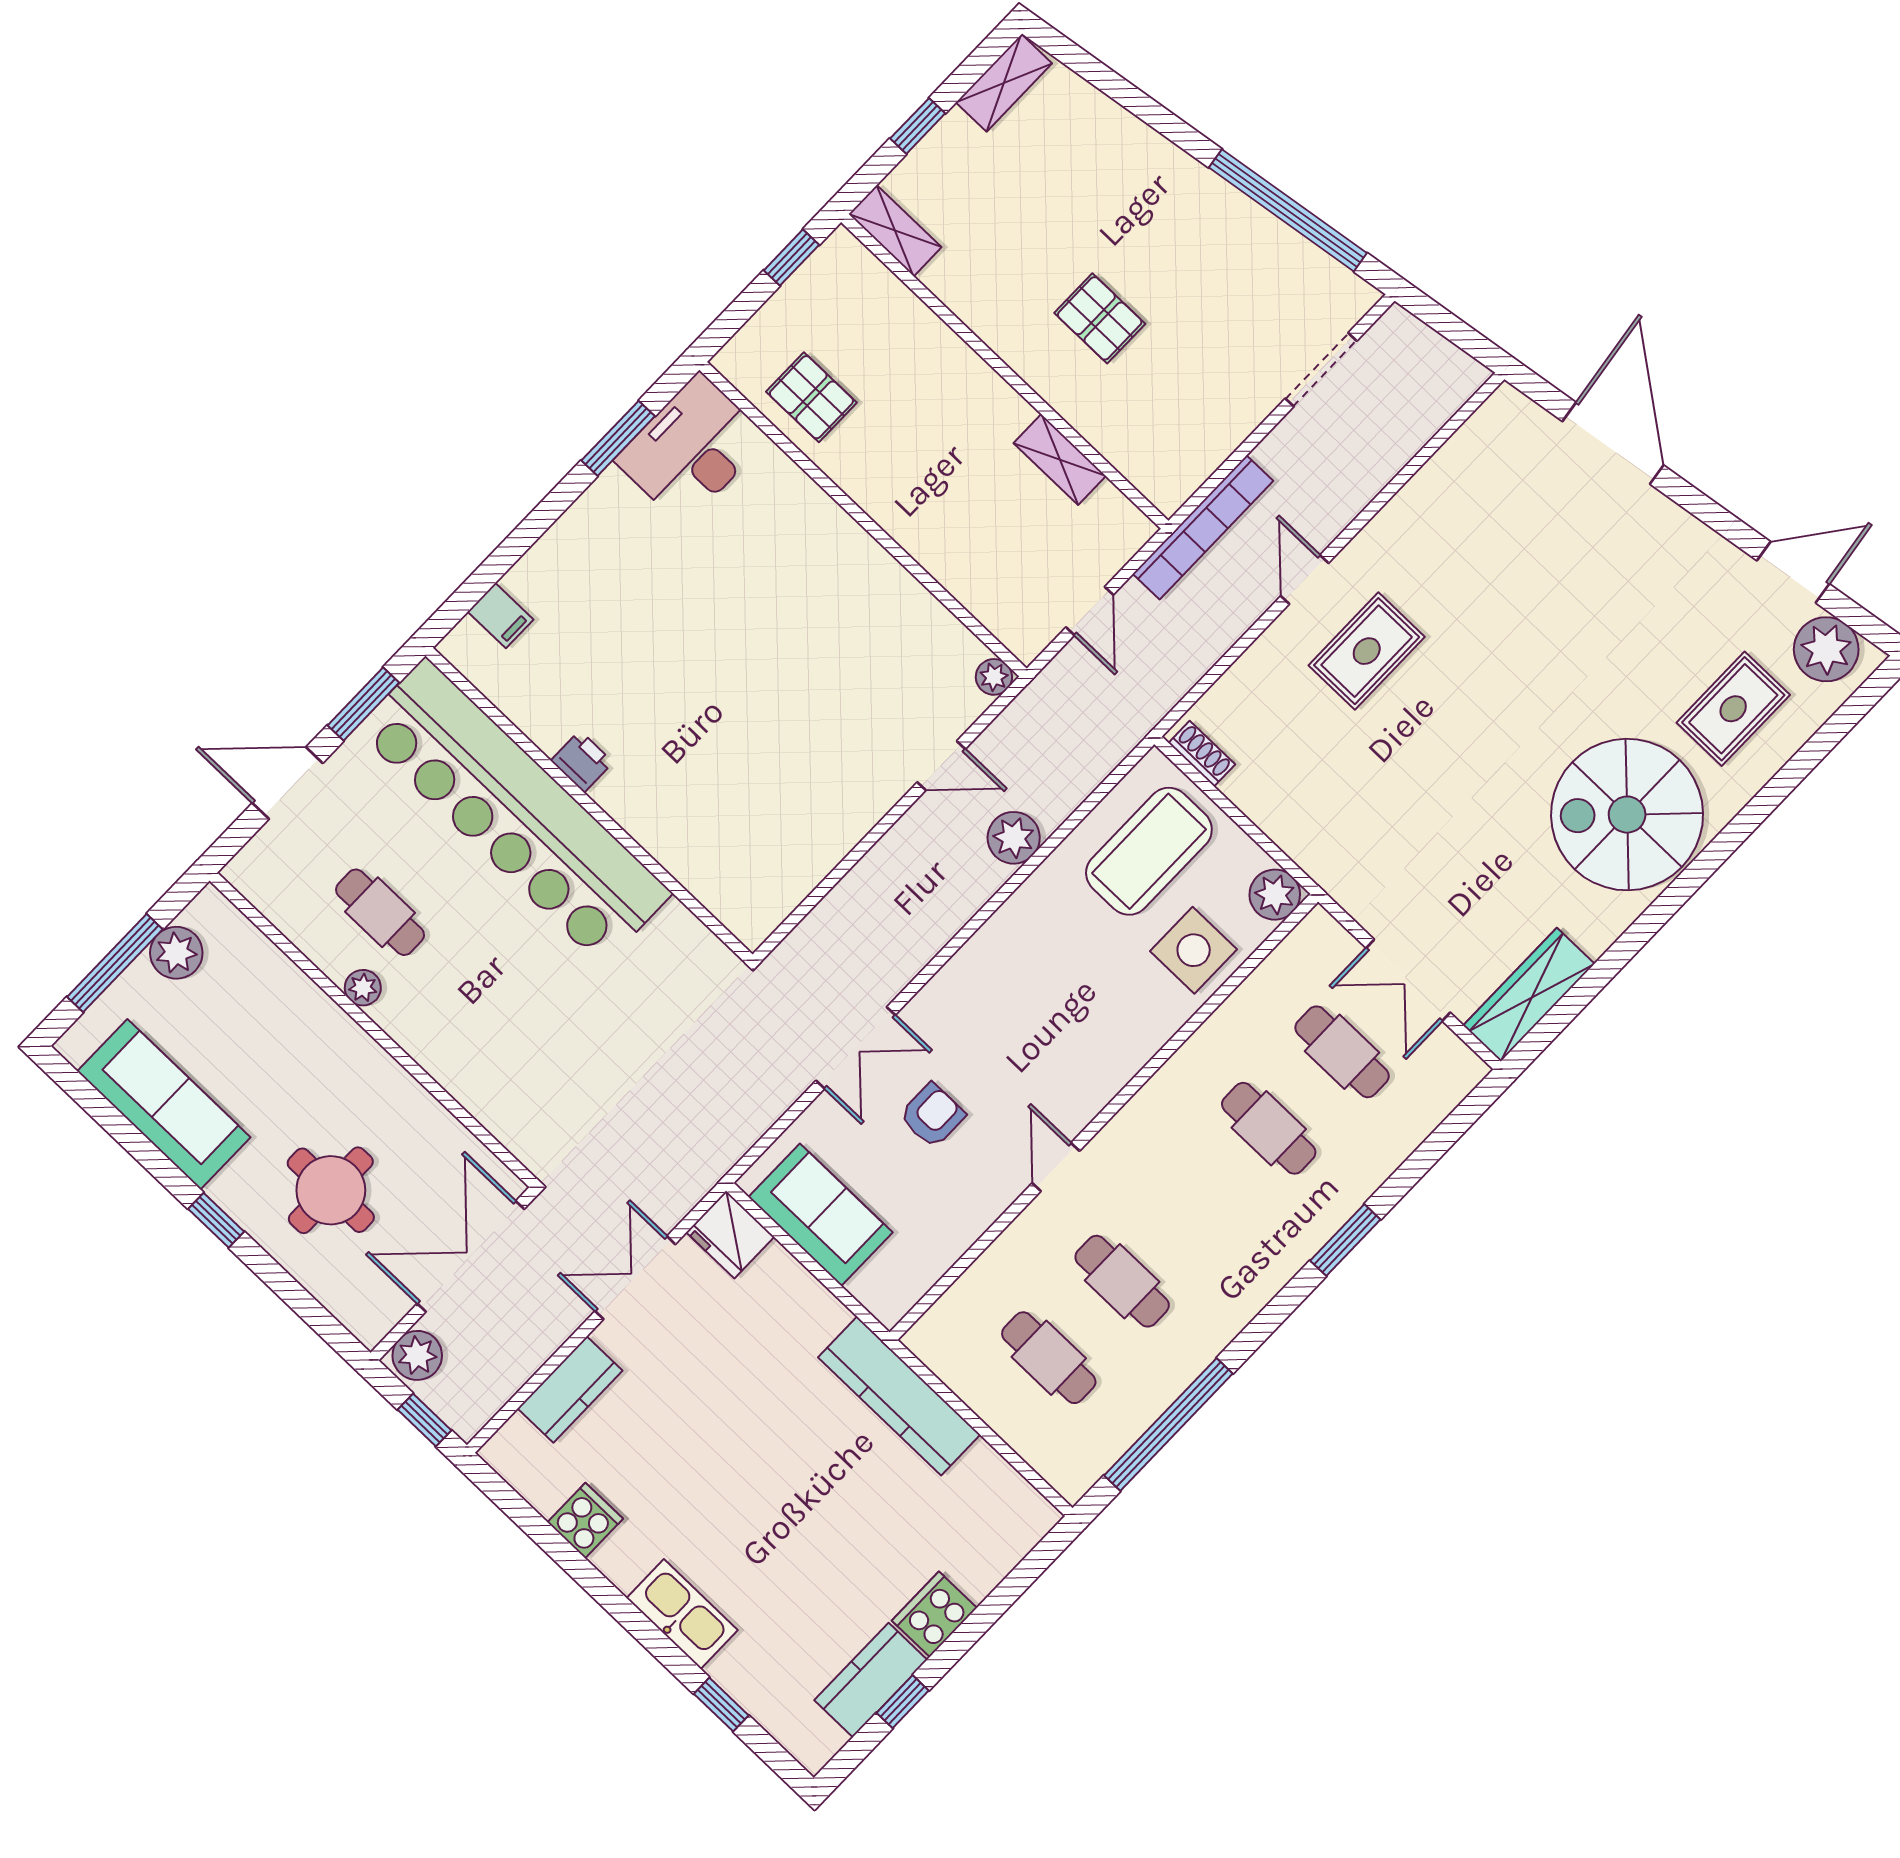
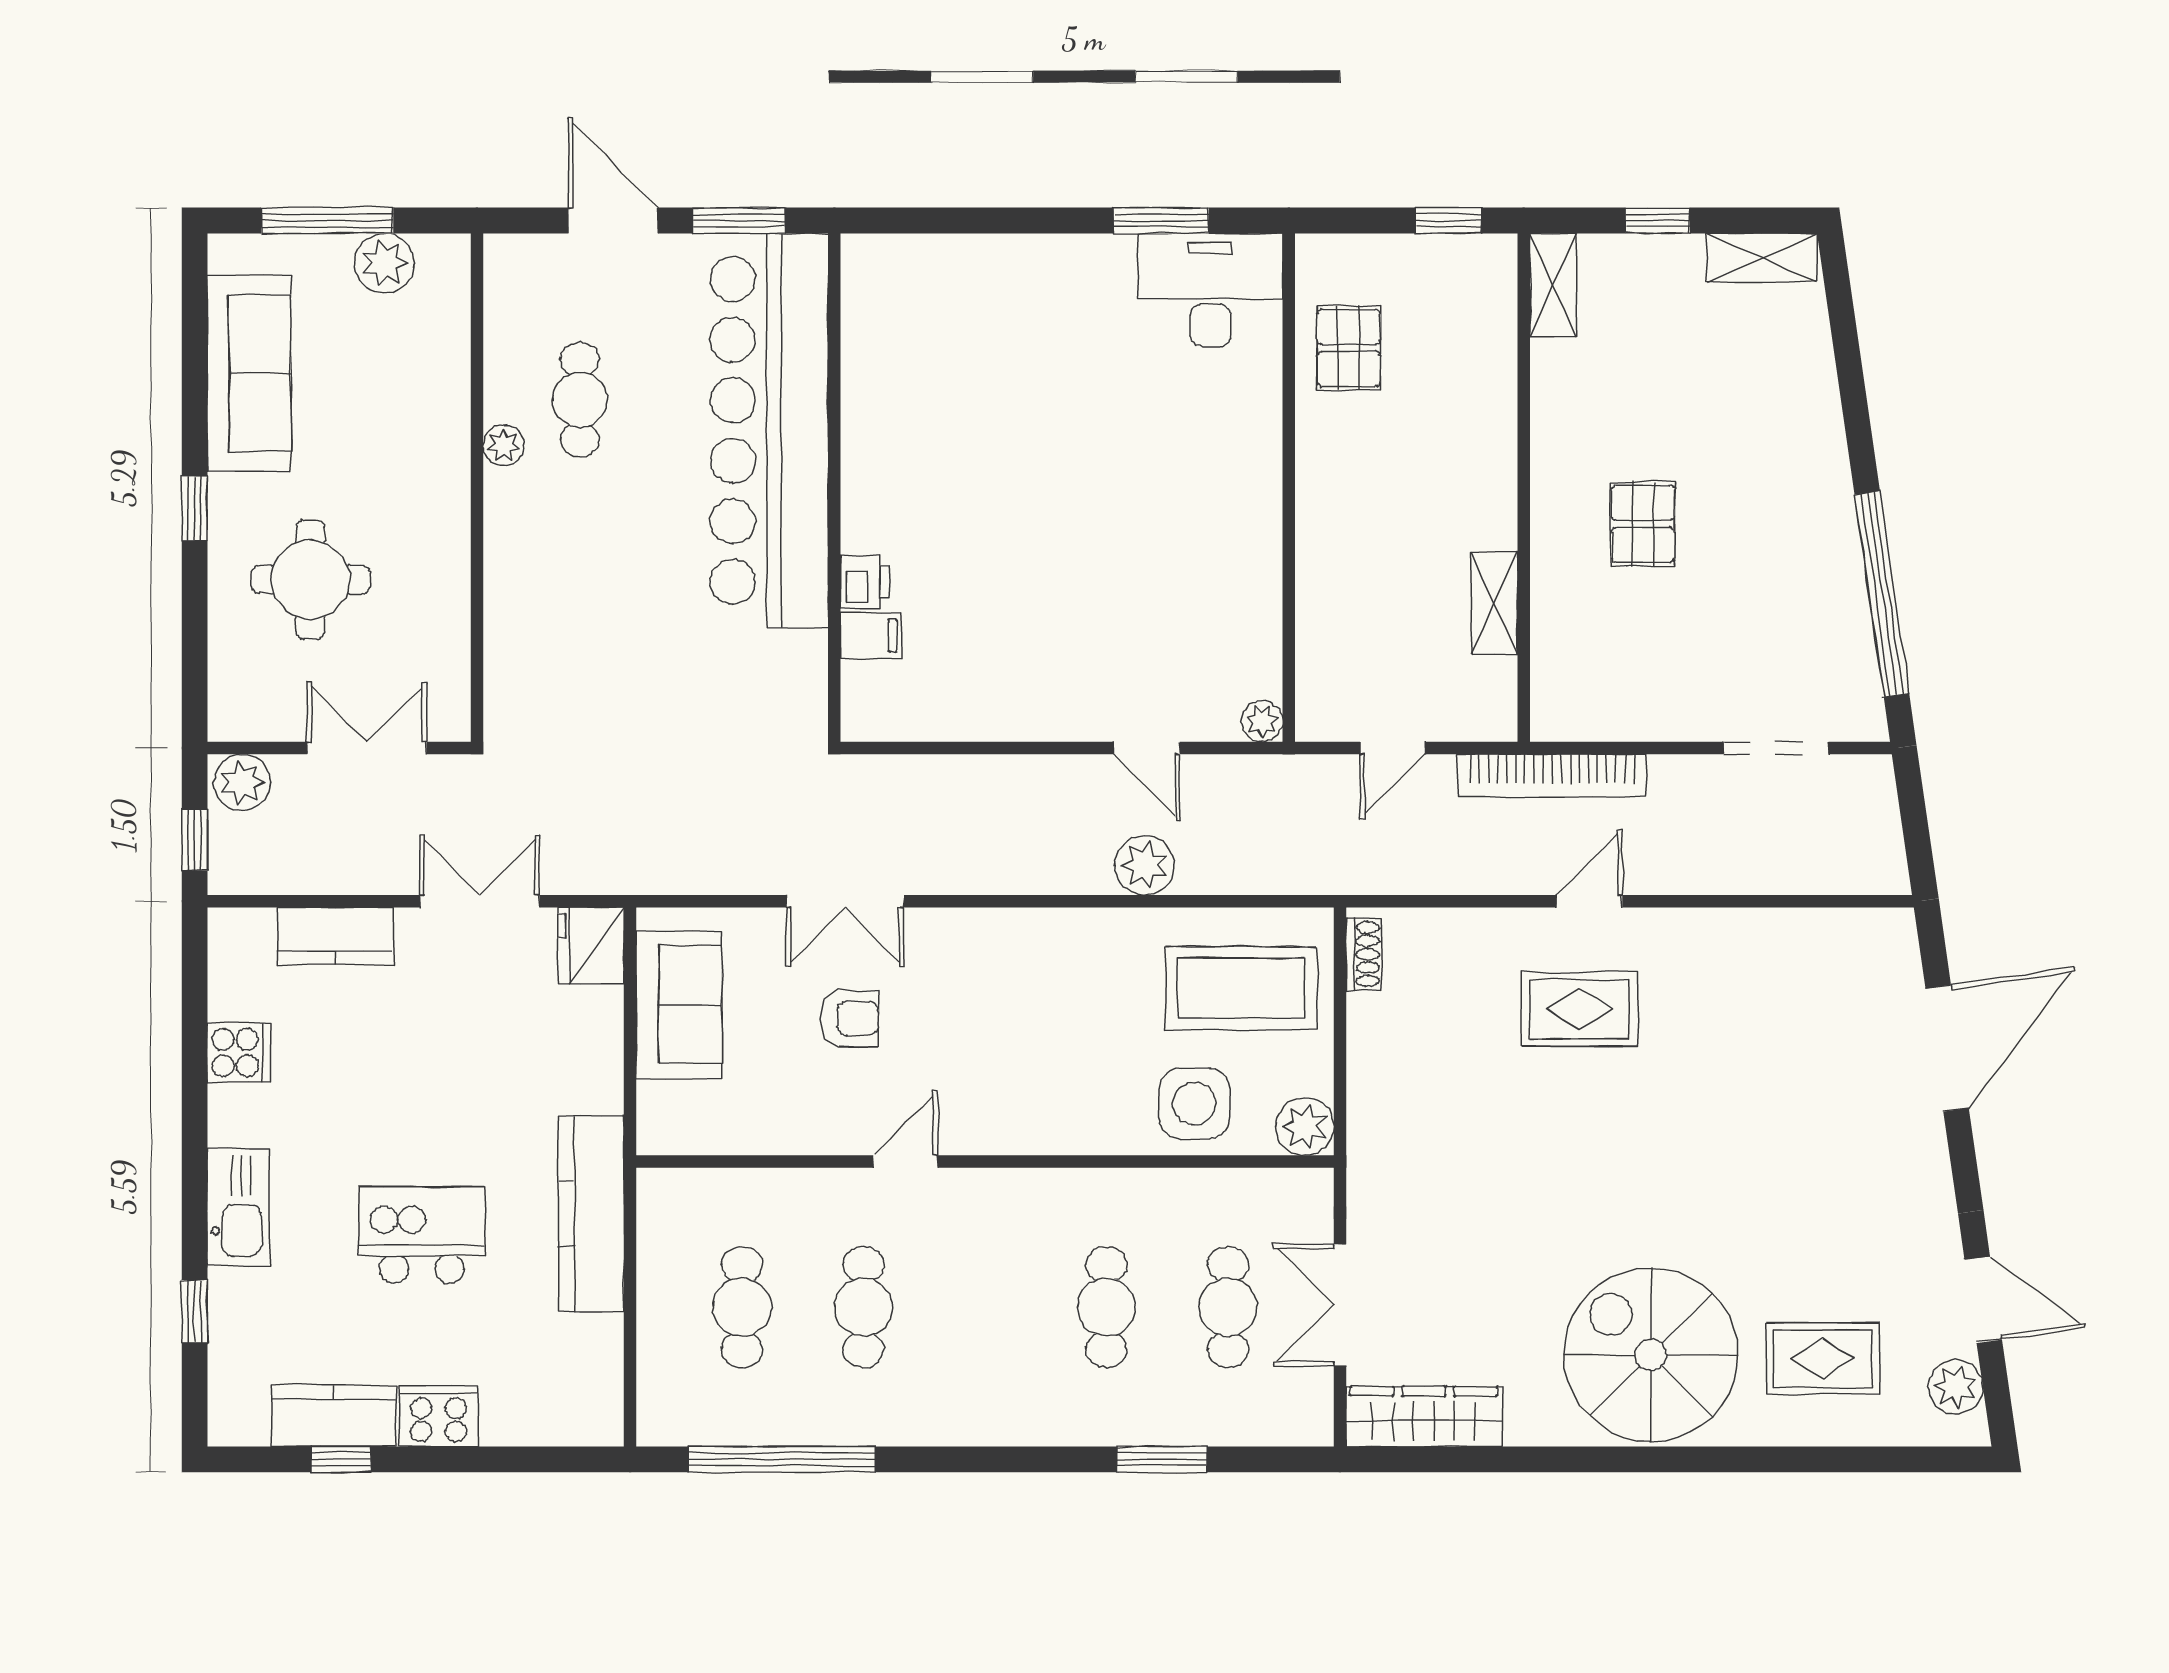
filing cabinet: (501, 616) -> (871, 636), moved, turned -90
plant: (1826, 649) -> (1956, 1387), width x0.73, depth x0.73
printer: (582, 761) -> (865, 582), moved
window: (1345, 1240) -> (1162, 1459), moved
double door: (471, 1256) -> (367, 748), width x0.73
kitchen island: (810, 1515) -> (422, 1235), added

